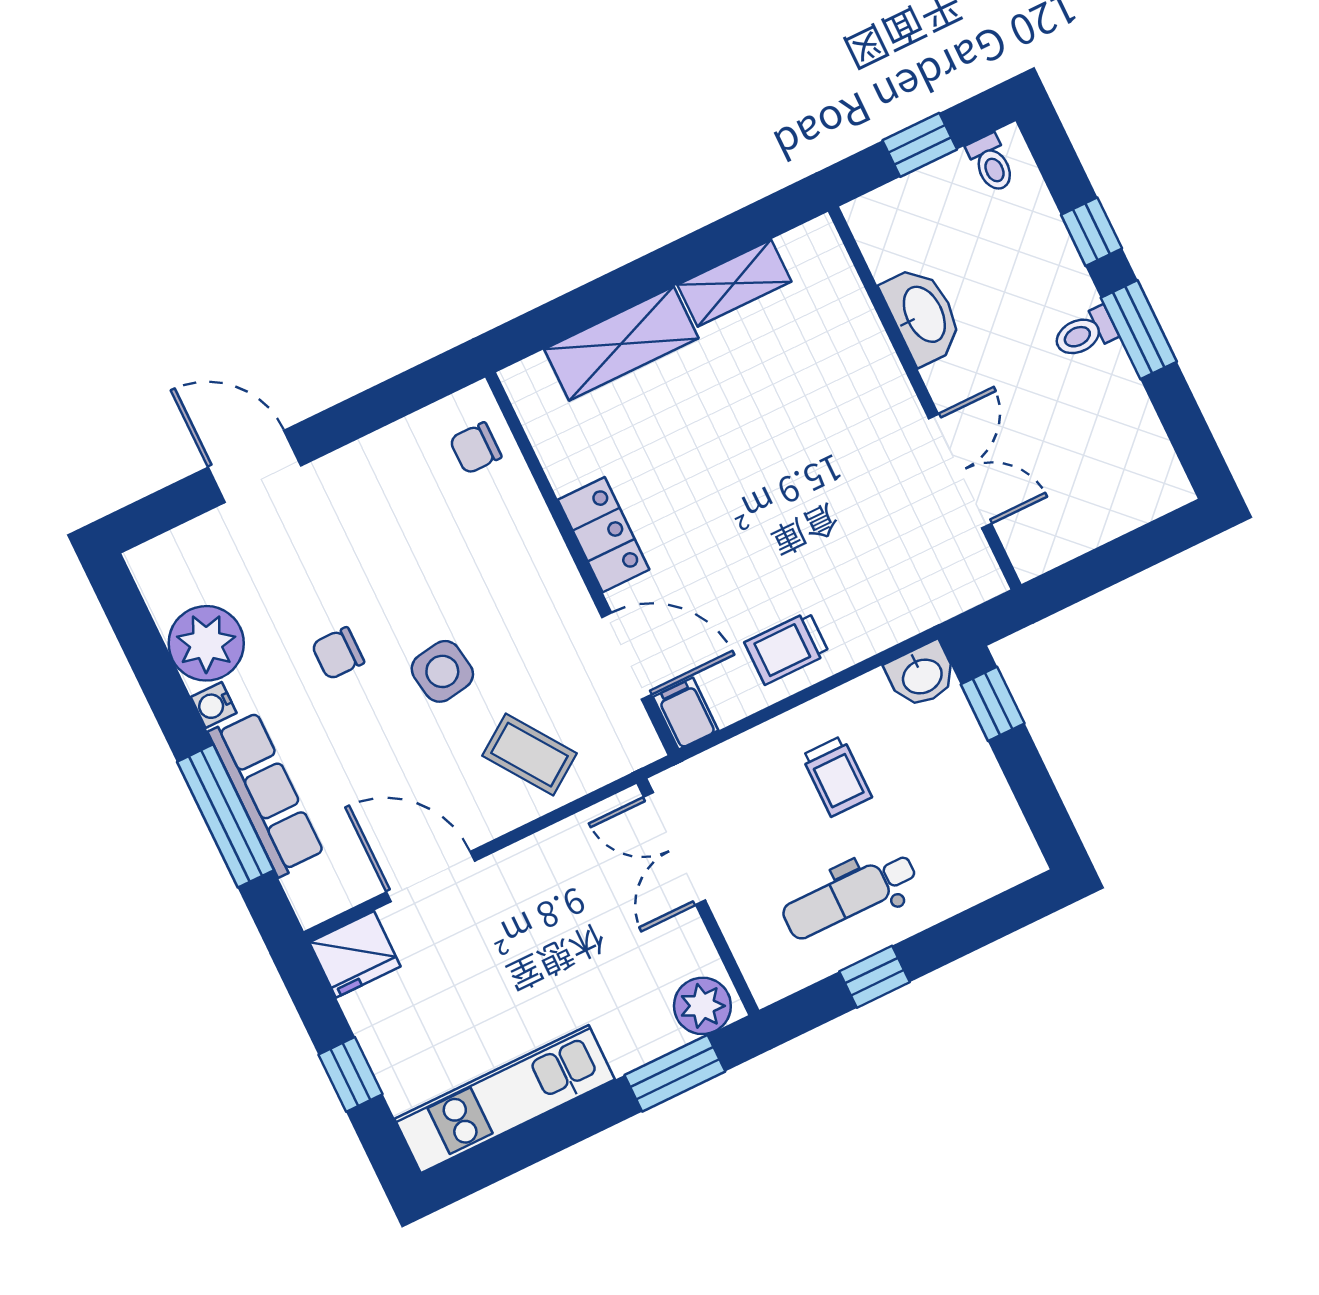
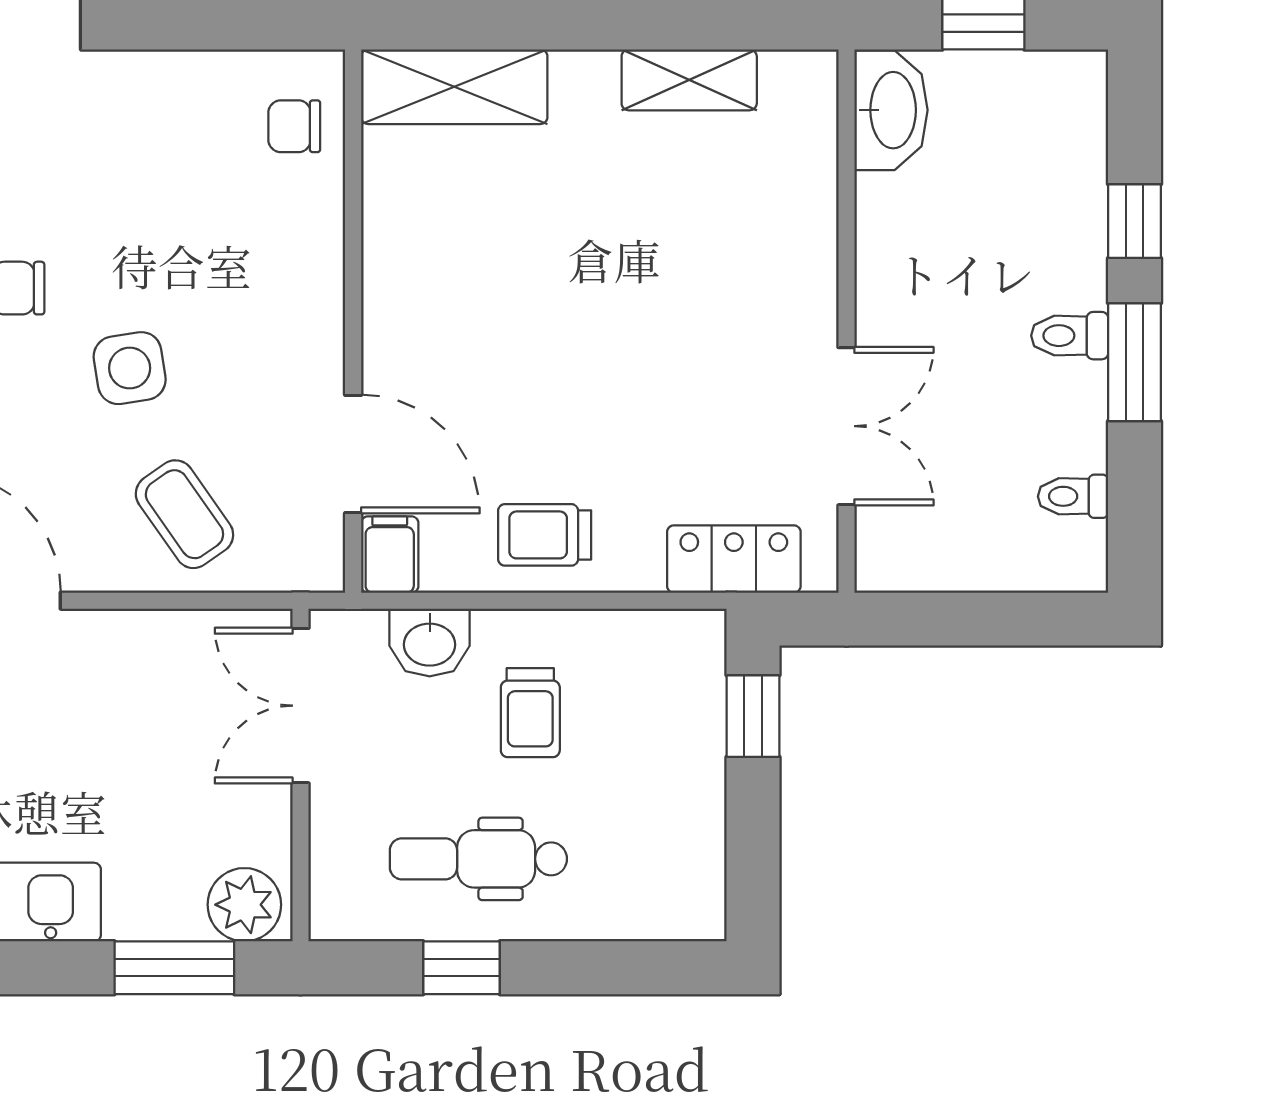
toilet: (991, 163) -> (1073, 496), moved, turned 90
washbasin: (923, 315) -> (891, 110), moved
shelving: (621, 344) -> (454, 87), moved
locker: (604, 535) -> (734, 559), moved, turned -90
washbasin: (922, 675) -> (430, 643), moved

